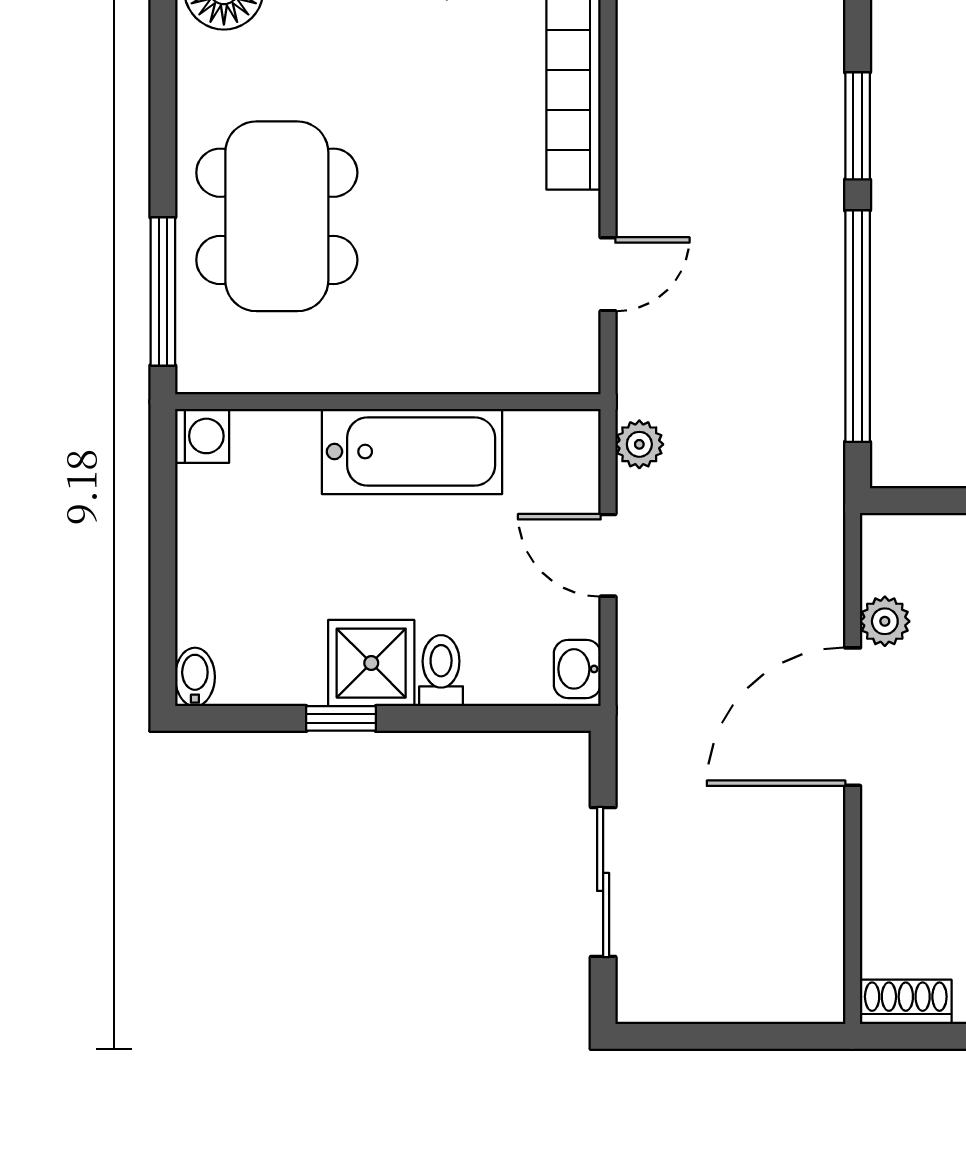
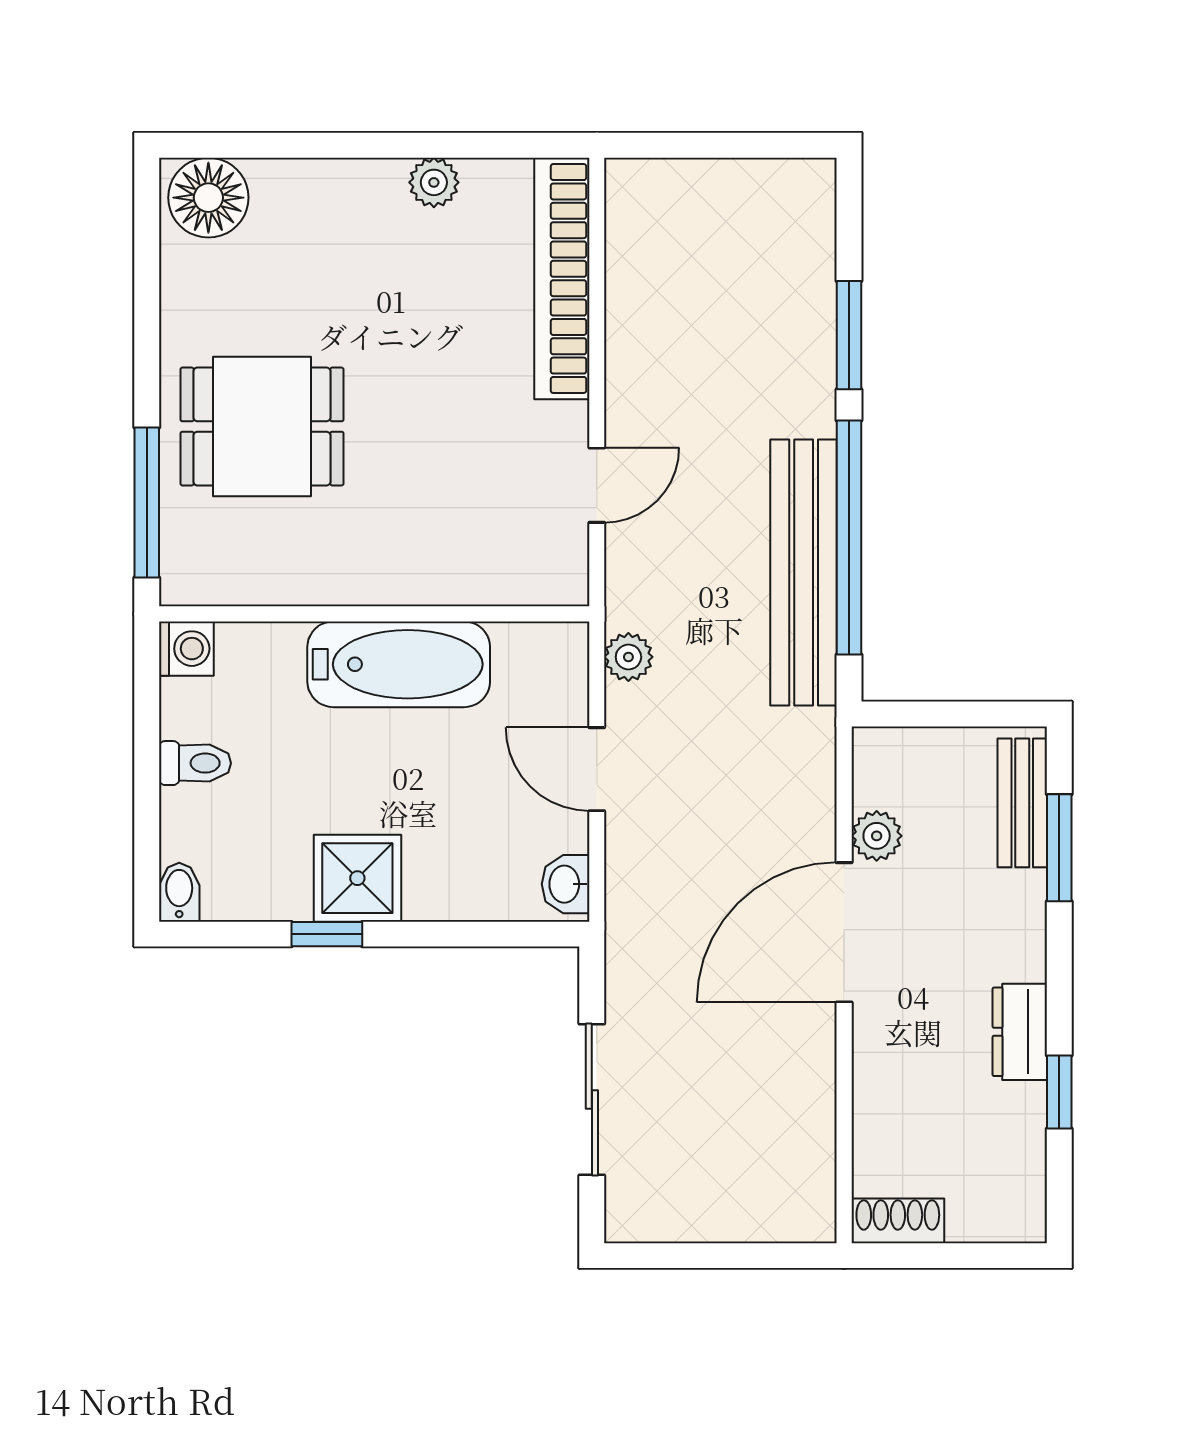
dining table: (277, 216) -> (262, 427), width x0.73
bench: (813, 361) -> (804, 573), added
toilet: (441, 671) -> (195, 763), moved, turned 90

